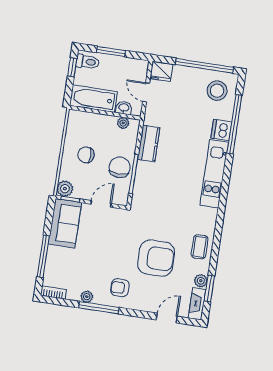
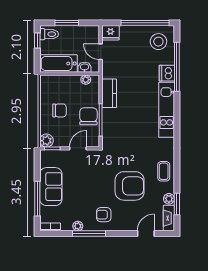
chair: (86, 155) -> (59, 110), turned 180
sofa: (65, 223) -> (51, 187), moved

